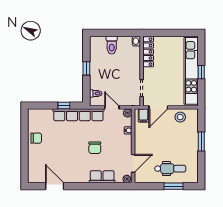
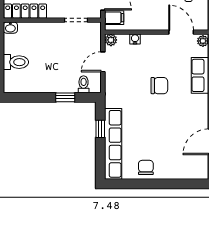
window: (86, 68) -> (65, 97), moved
row of seats: (78, 115) -> (113, 144), moved

